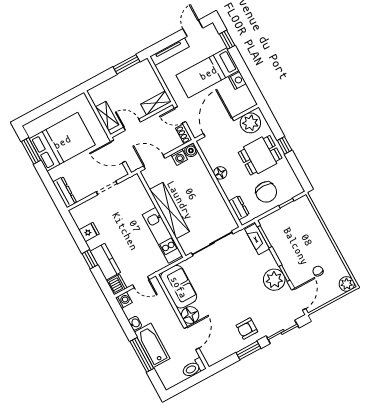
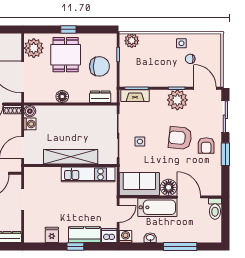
side table: (328, 255) -> (181, 43), added
side table: (218, 266) -> (140, 141), added
plant: (347, 284) -> (132, 41), moved
armchair: (241, 301) -> (180, 138), added
bathtub: (152, 345) -> (157, 207), moved, turned 180

